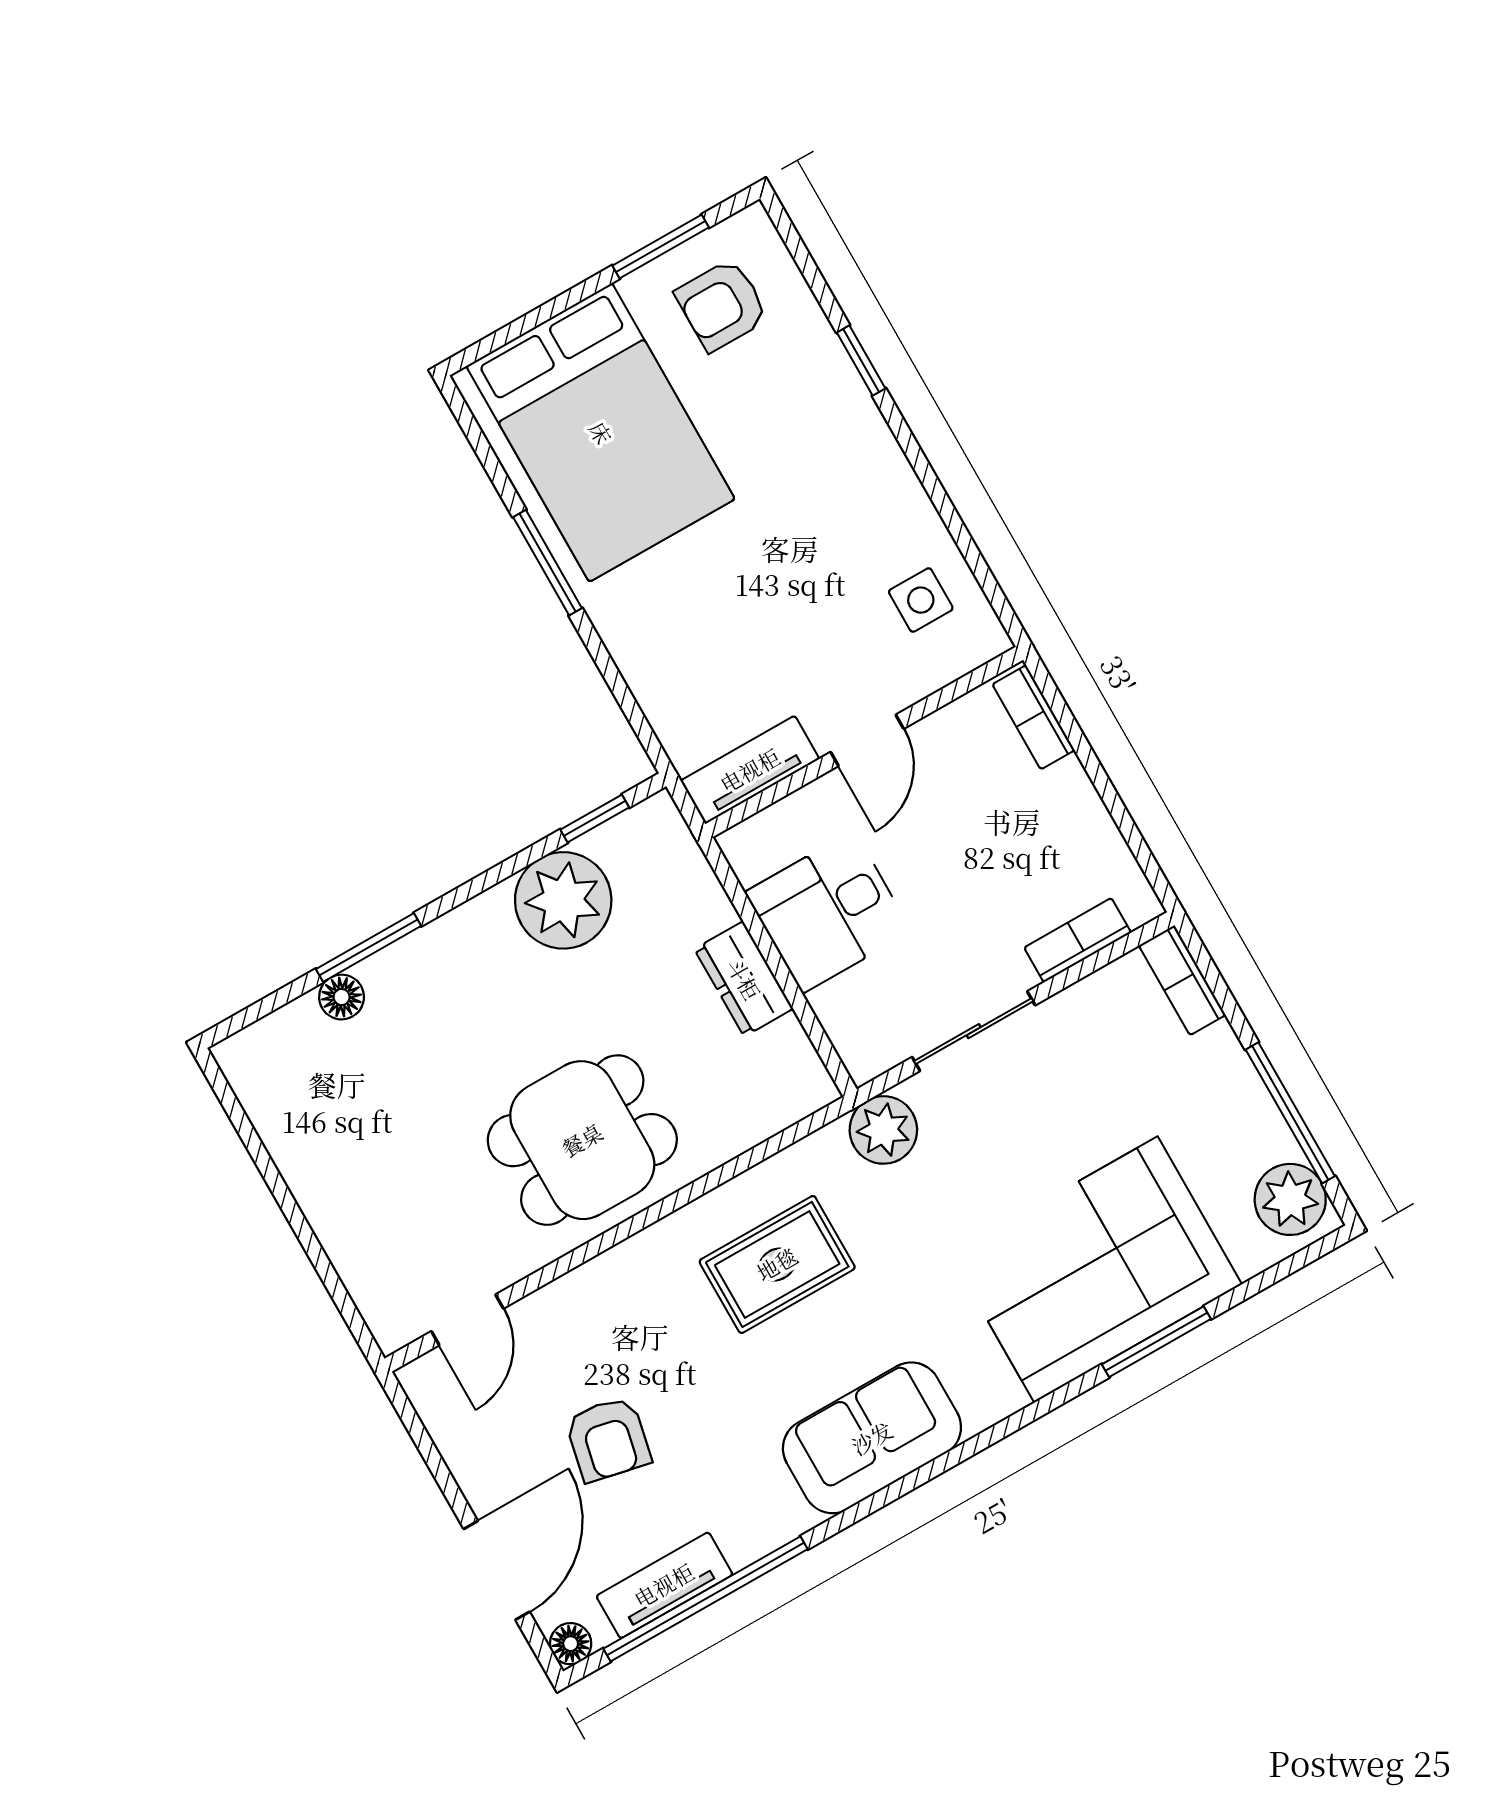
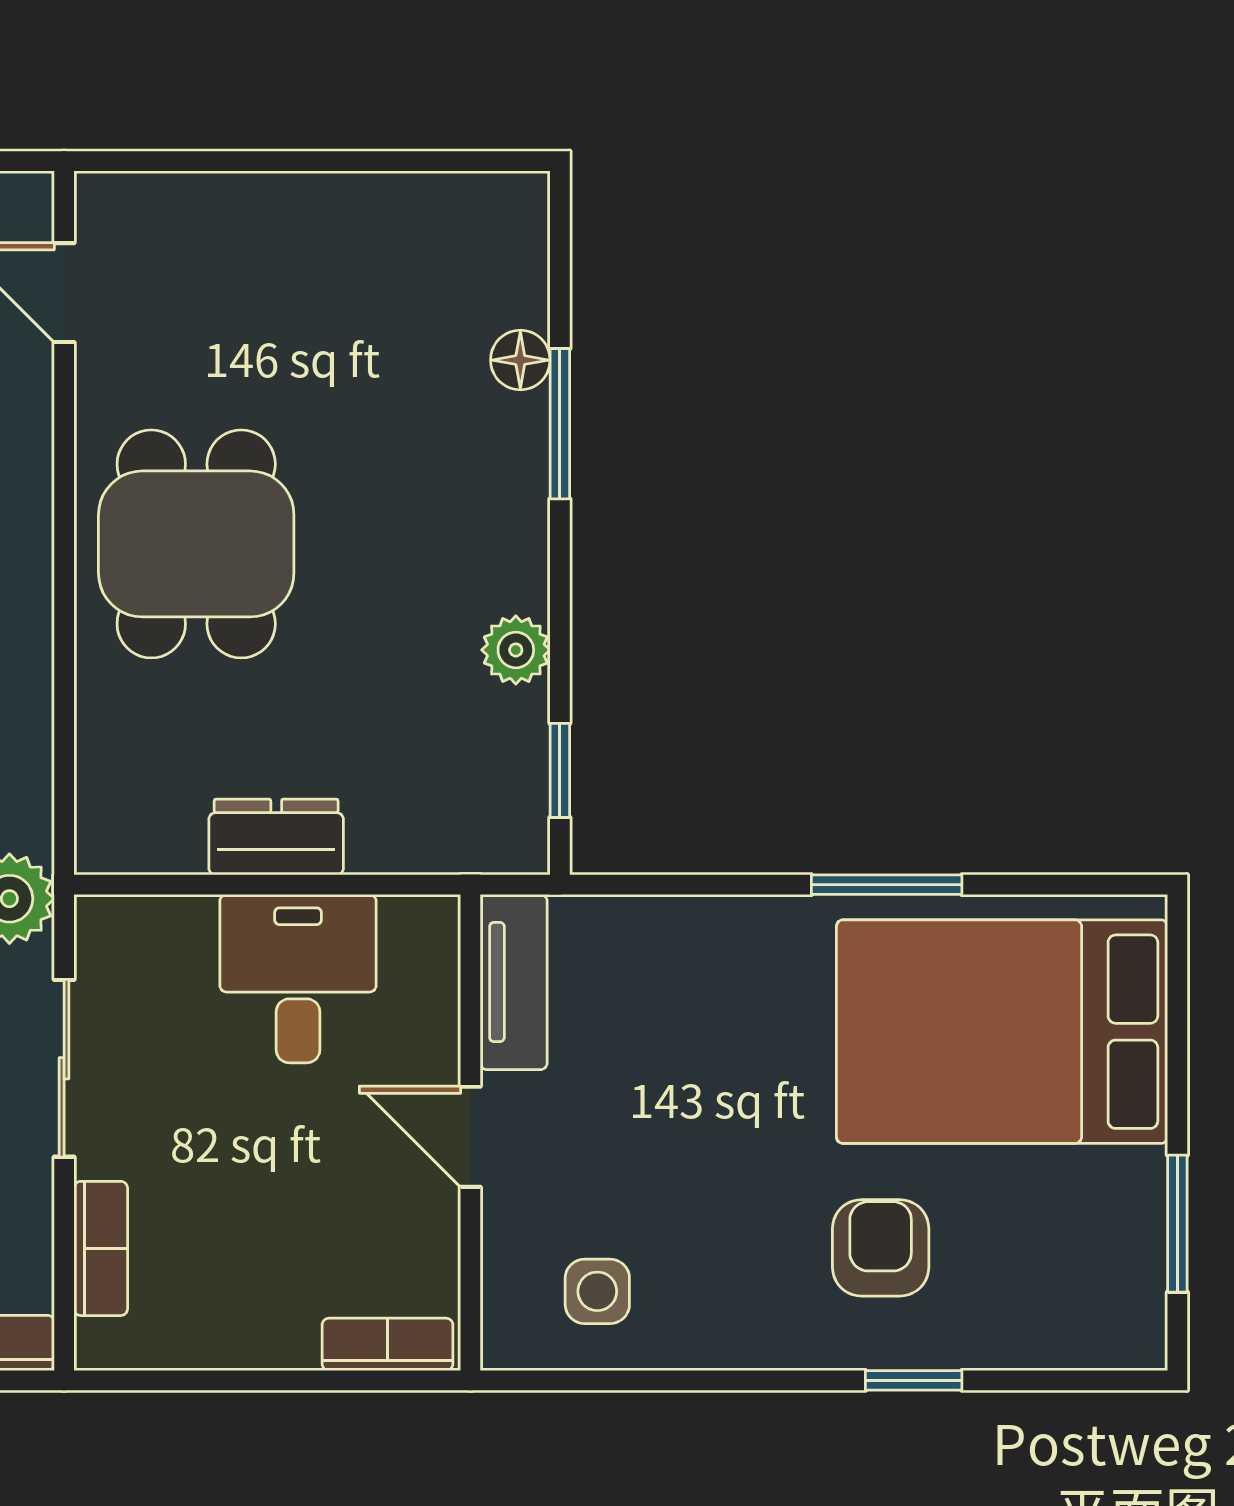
armchair: (722, 305) -> (881, 1248), moved
plant: (563, 900) -> (516, 650), width x0.53, depth x0.53

